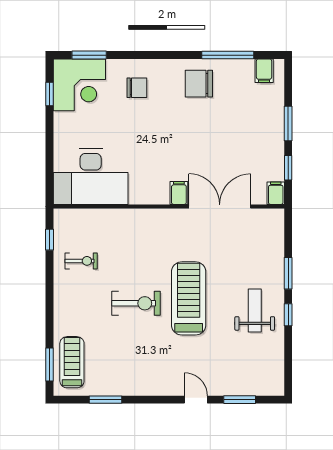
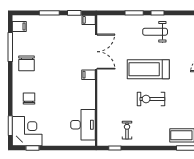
desk: (91, 177) -> (83, 125), width x0.73, depth x0.77
double door: (220, 206) -> (96, 52), swing flipped
exercise bike: (136, 303) -> (151, 99), turned -90

